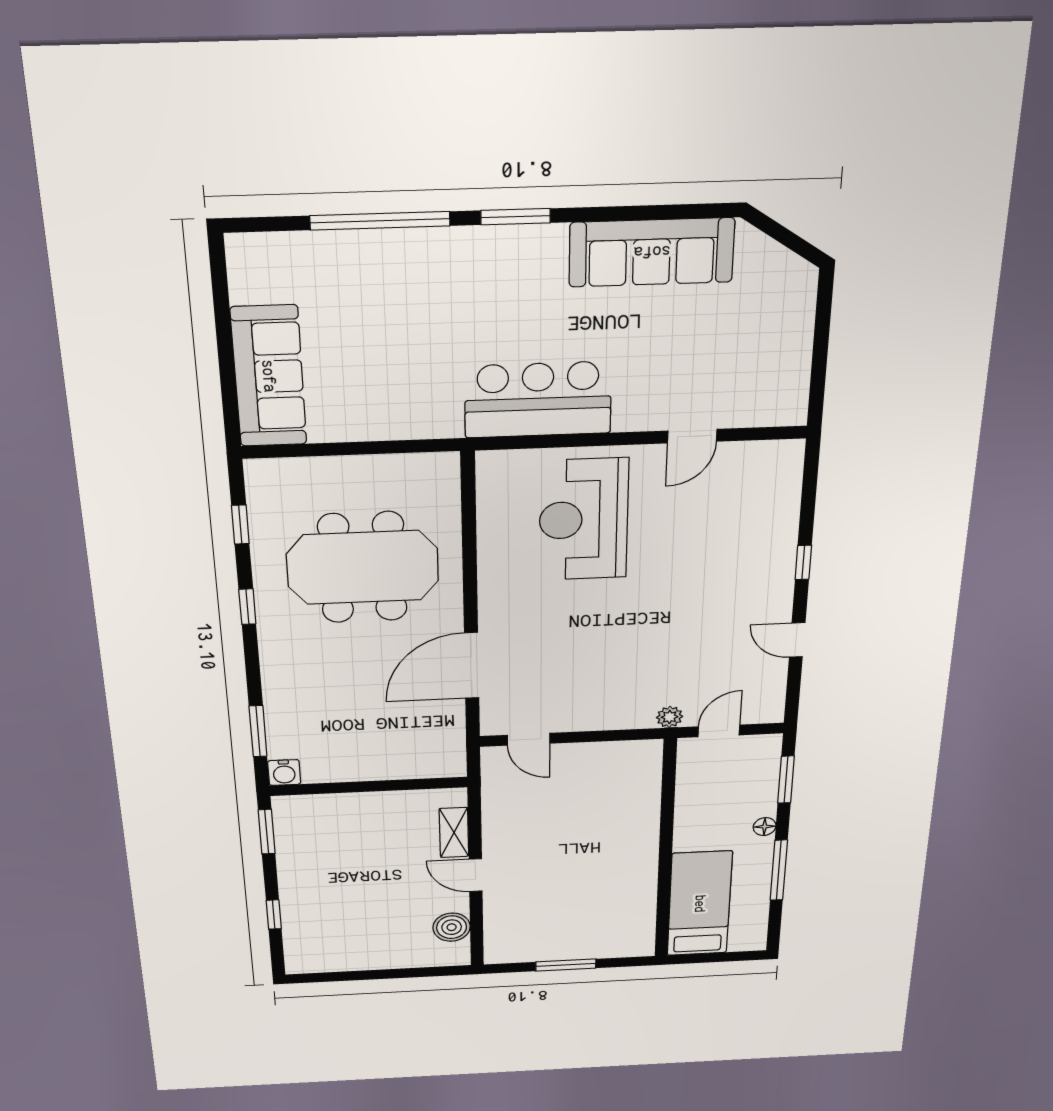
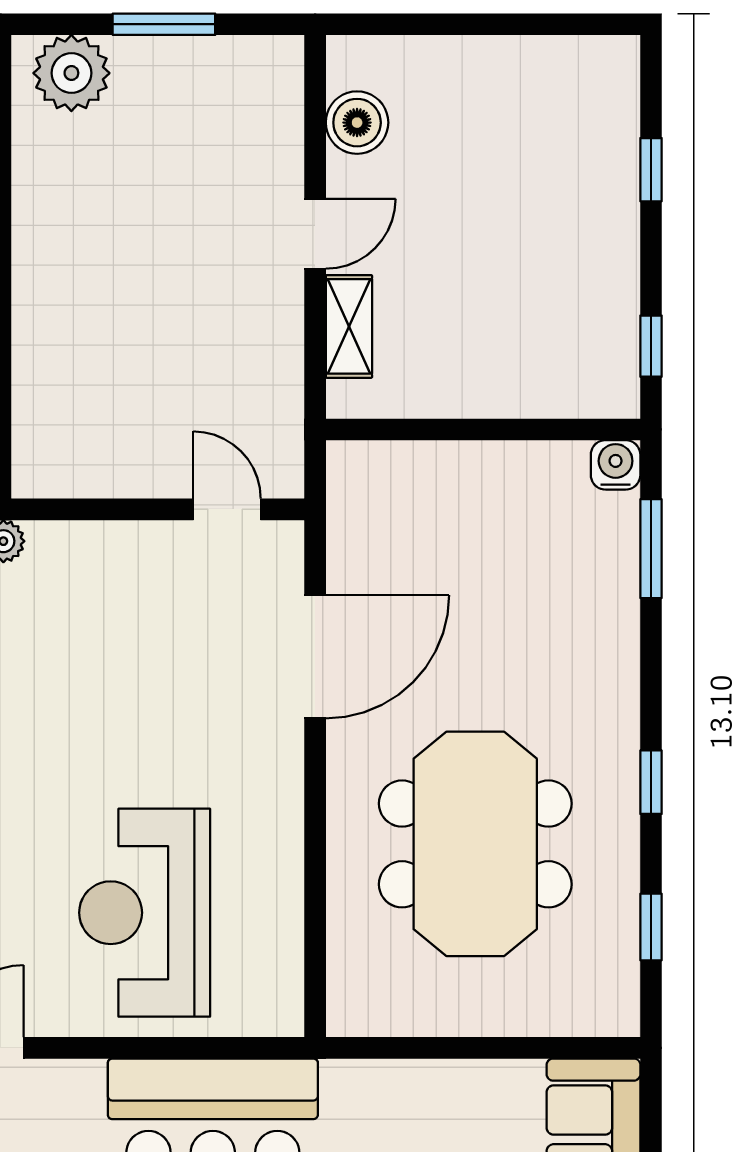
reception desk: (584, 520) -> (145, 913), turned 180
meeting table: (363, 567) -> (475, 844), turned 90
window: (267, 832) -> (651, 346), width x0.67
door: (476, 875) -> (315, 234), hinge flipped
plant: (620, 941) -> (71, 73), added

